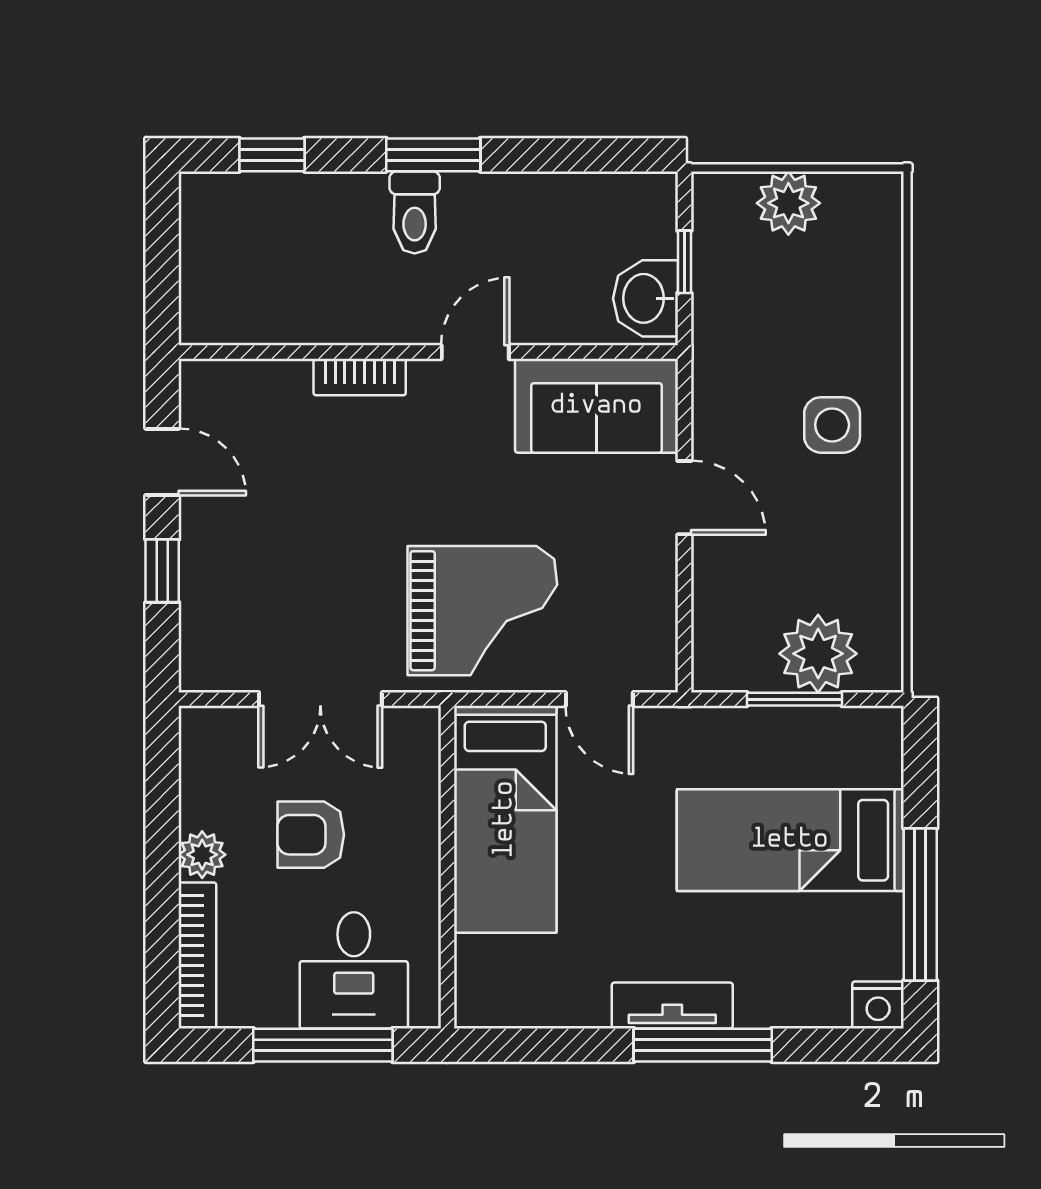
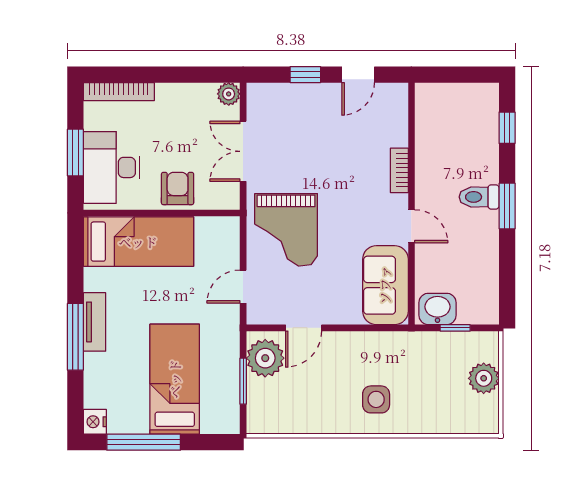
door: (684, 498) -> (304, 328), moved
plant: (818, 654) -> (265, 358), moved
bed: (505, 819) -> (138, 242), moved, turned 180
armchair: (311, 835) -> (178, 188), moved
plant: (202, 855) -> (229, 94), moved
desk: (354, 970) -> (112, 167), width x1.37
window: (323, 1045) -> (75, 152), width x0.69

